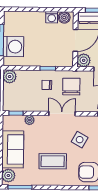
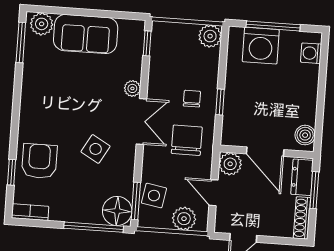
washing machine: (52, 17) -> (311, 53), moved
chair: (71, 87) -> (187, 140), turned -90
plant: (29, 120) -> (132, 88), moved
coffee table: (53, 161) -> (61, 101), removed

